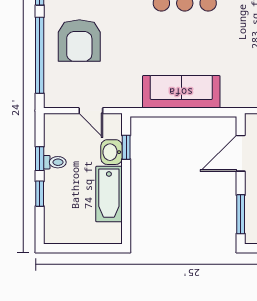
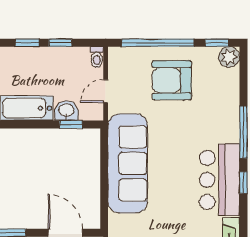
sofa: (181, 92) -> (128, 163), width x1.36, depth x1.27
toilet: (55, 162) -> (97, 57), moved

